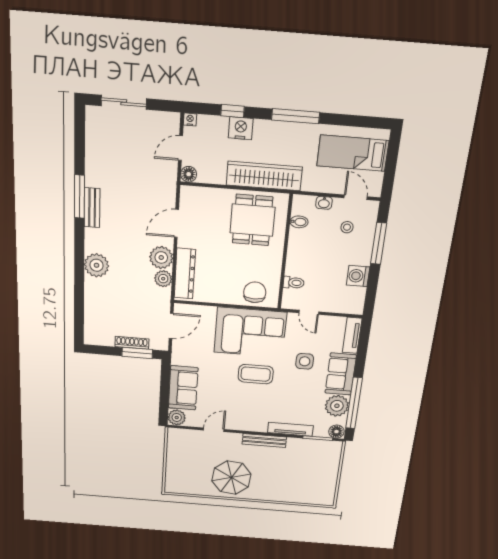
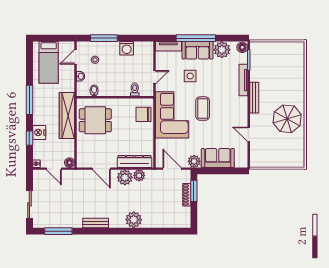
window: (79, 197) -> (58, 231), moved
window: (354, 403) -> (196, 38), moved
plant: (177, 417) -> (194, 161), moved

